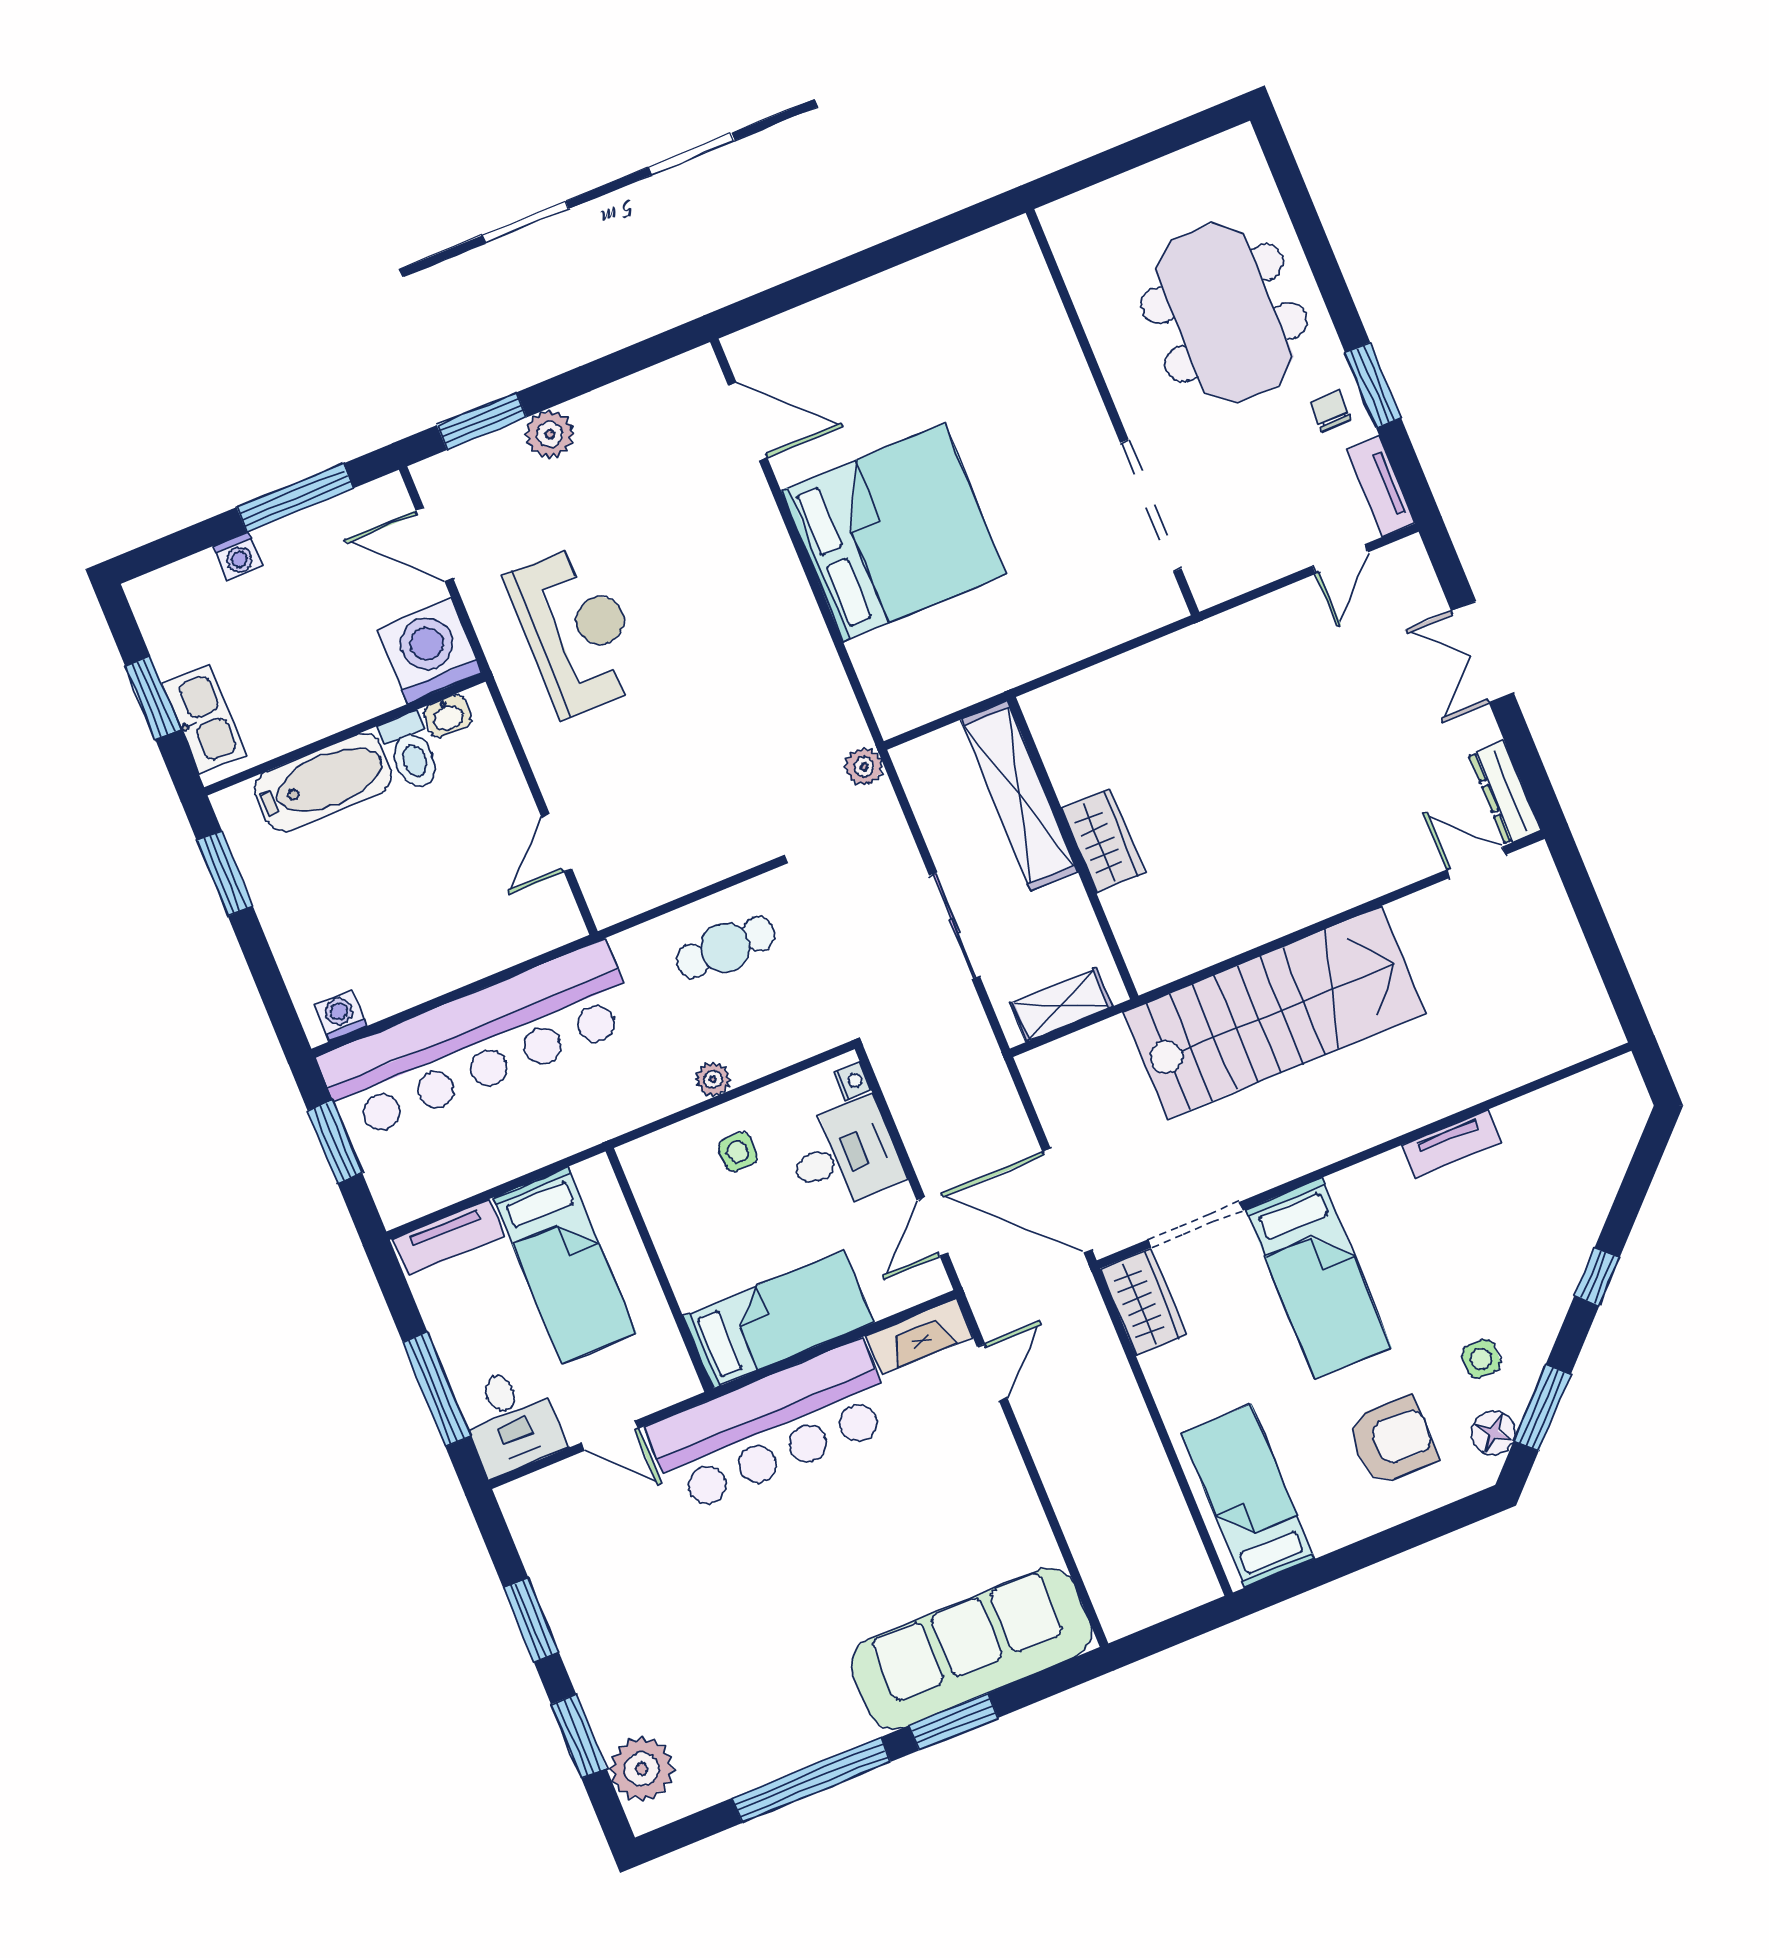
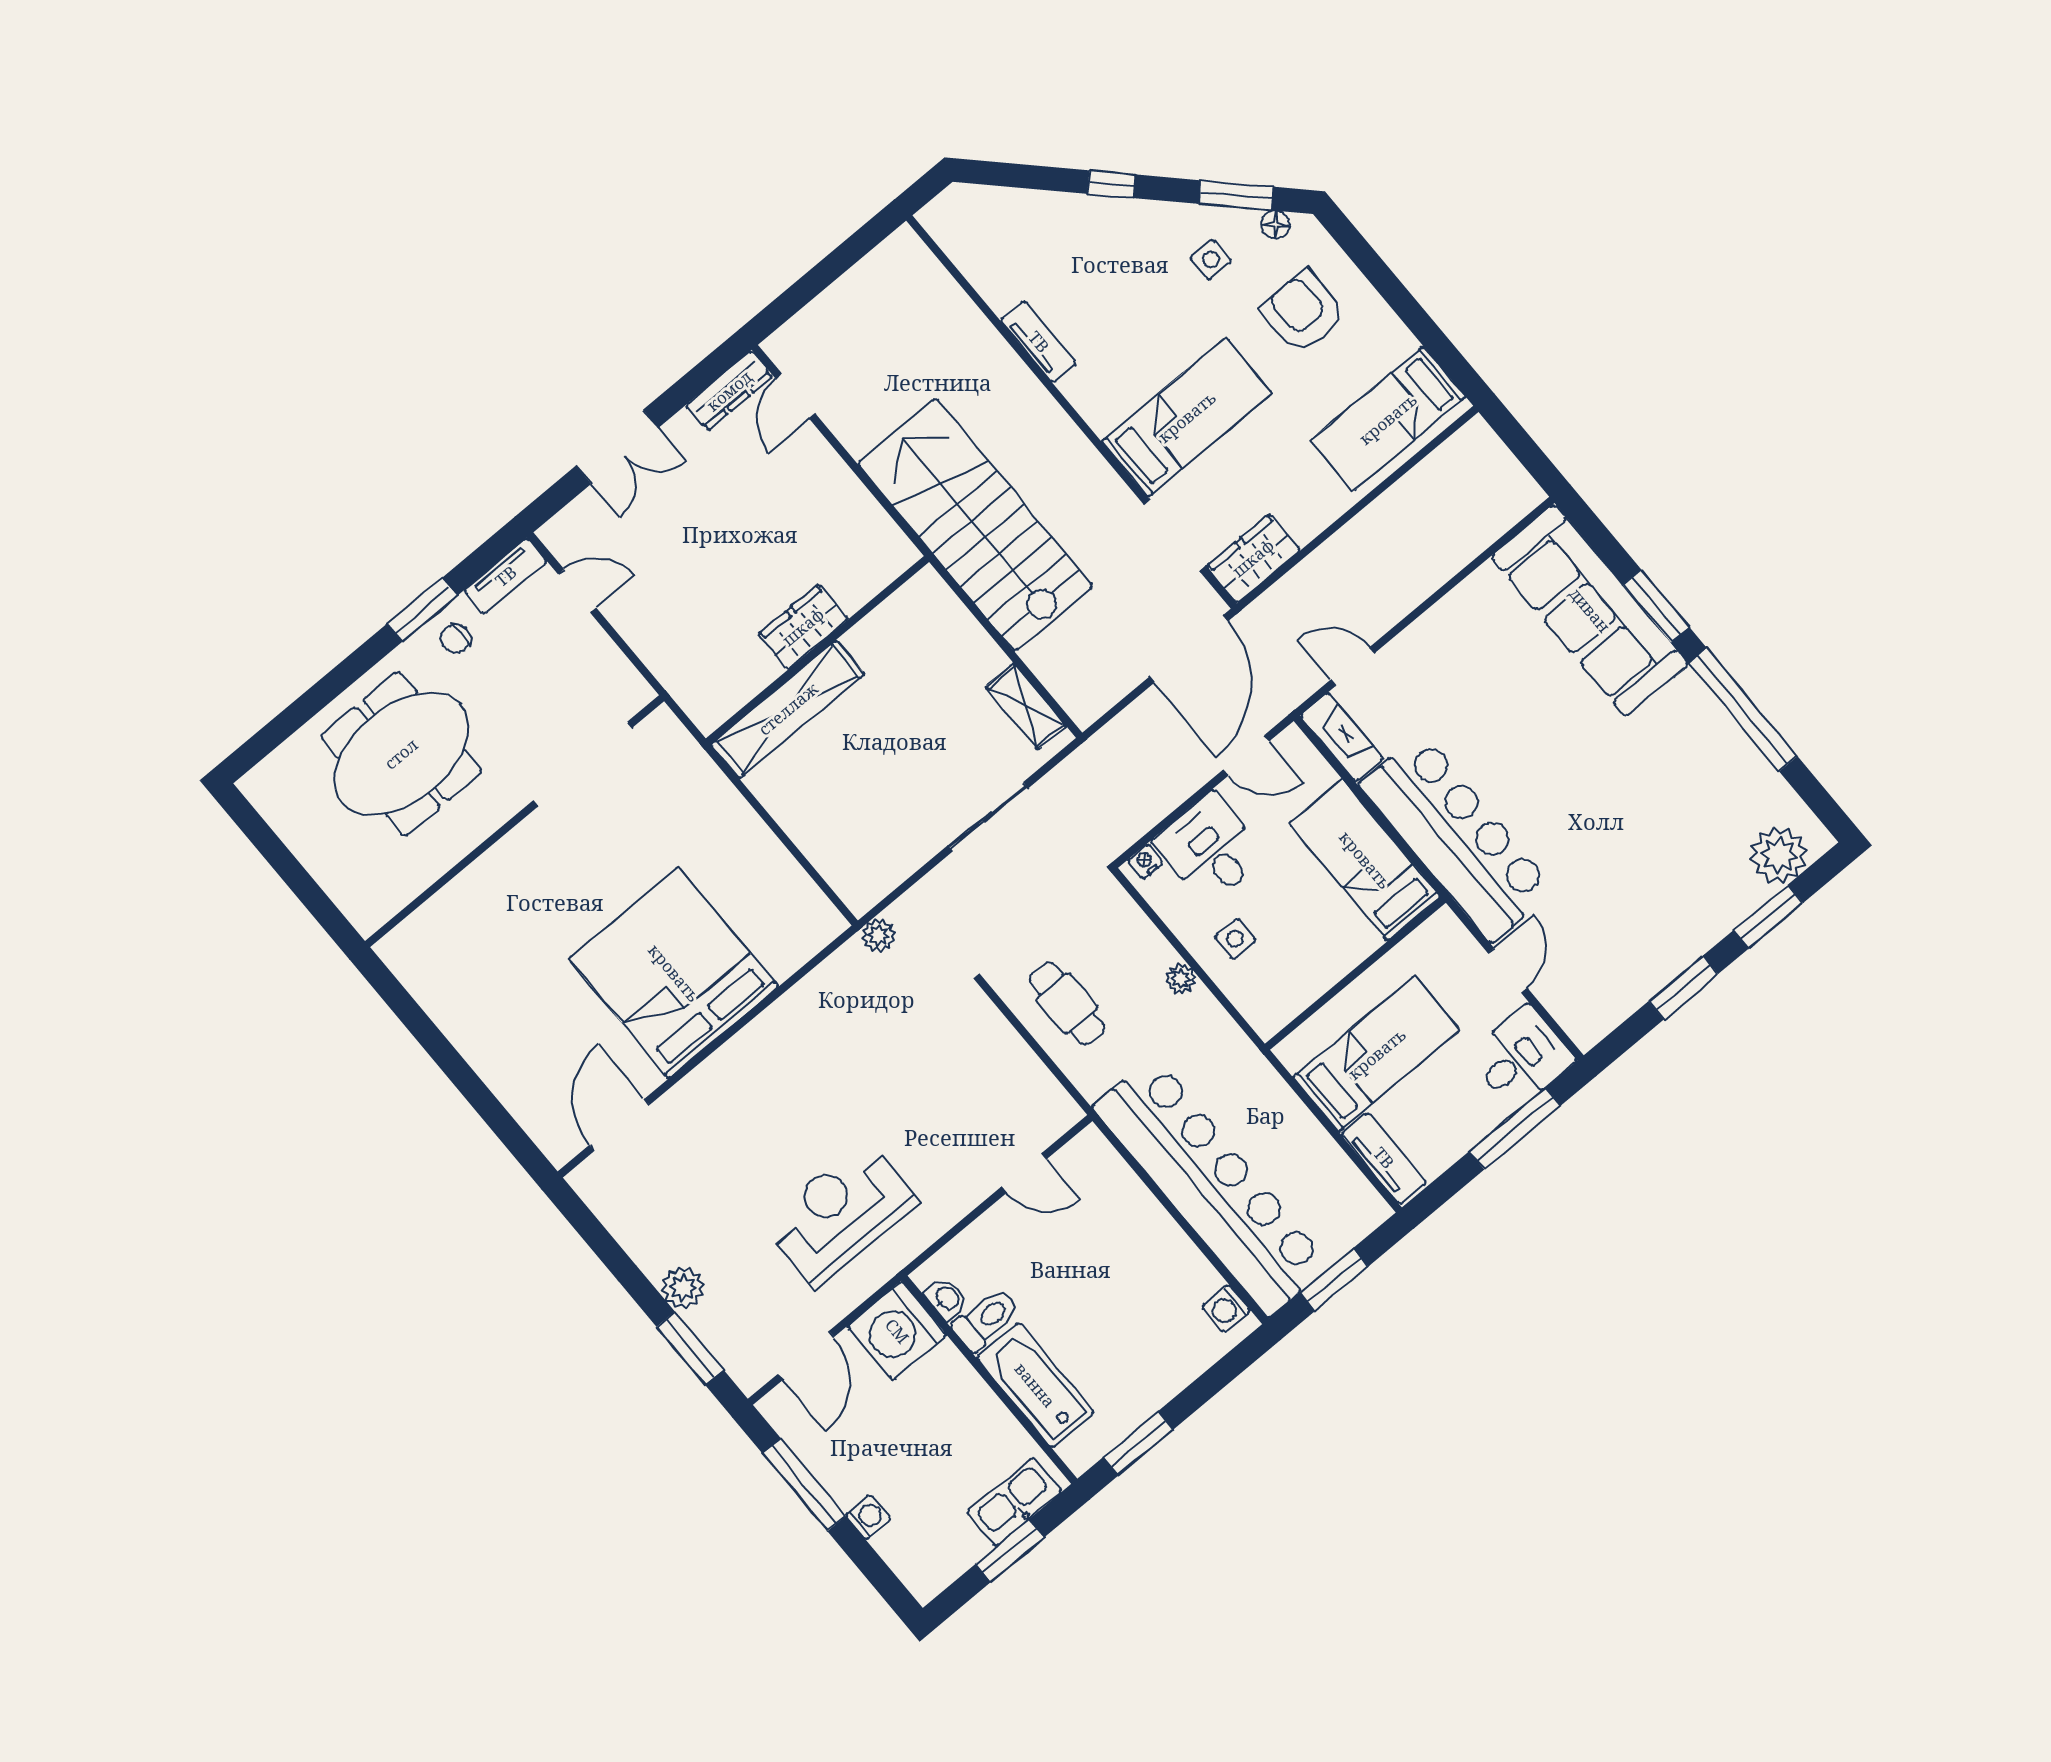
shelving: (1019, 796) -> (788, 709), moved
wardrobe: (1103, 841) -> (803, 627), moved
wall: (1073, 848) -> (817, 650), moved
floor lamp: (1493, 1433) -> (1276, 225), width x0.73, depth x0.73

